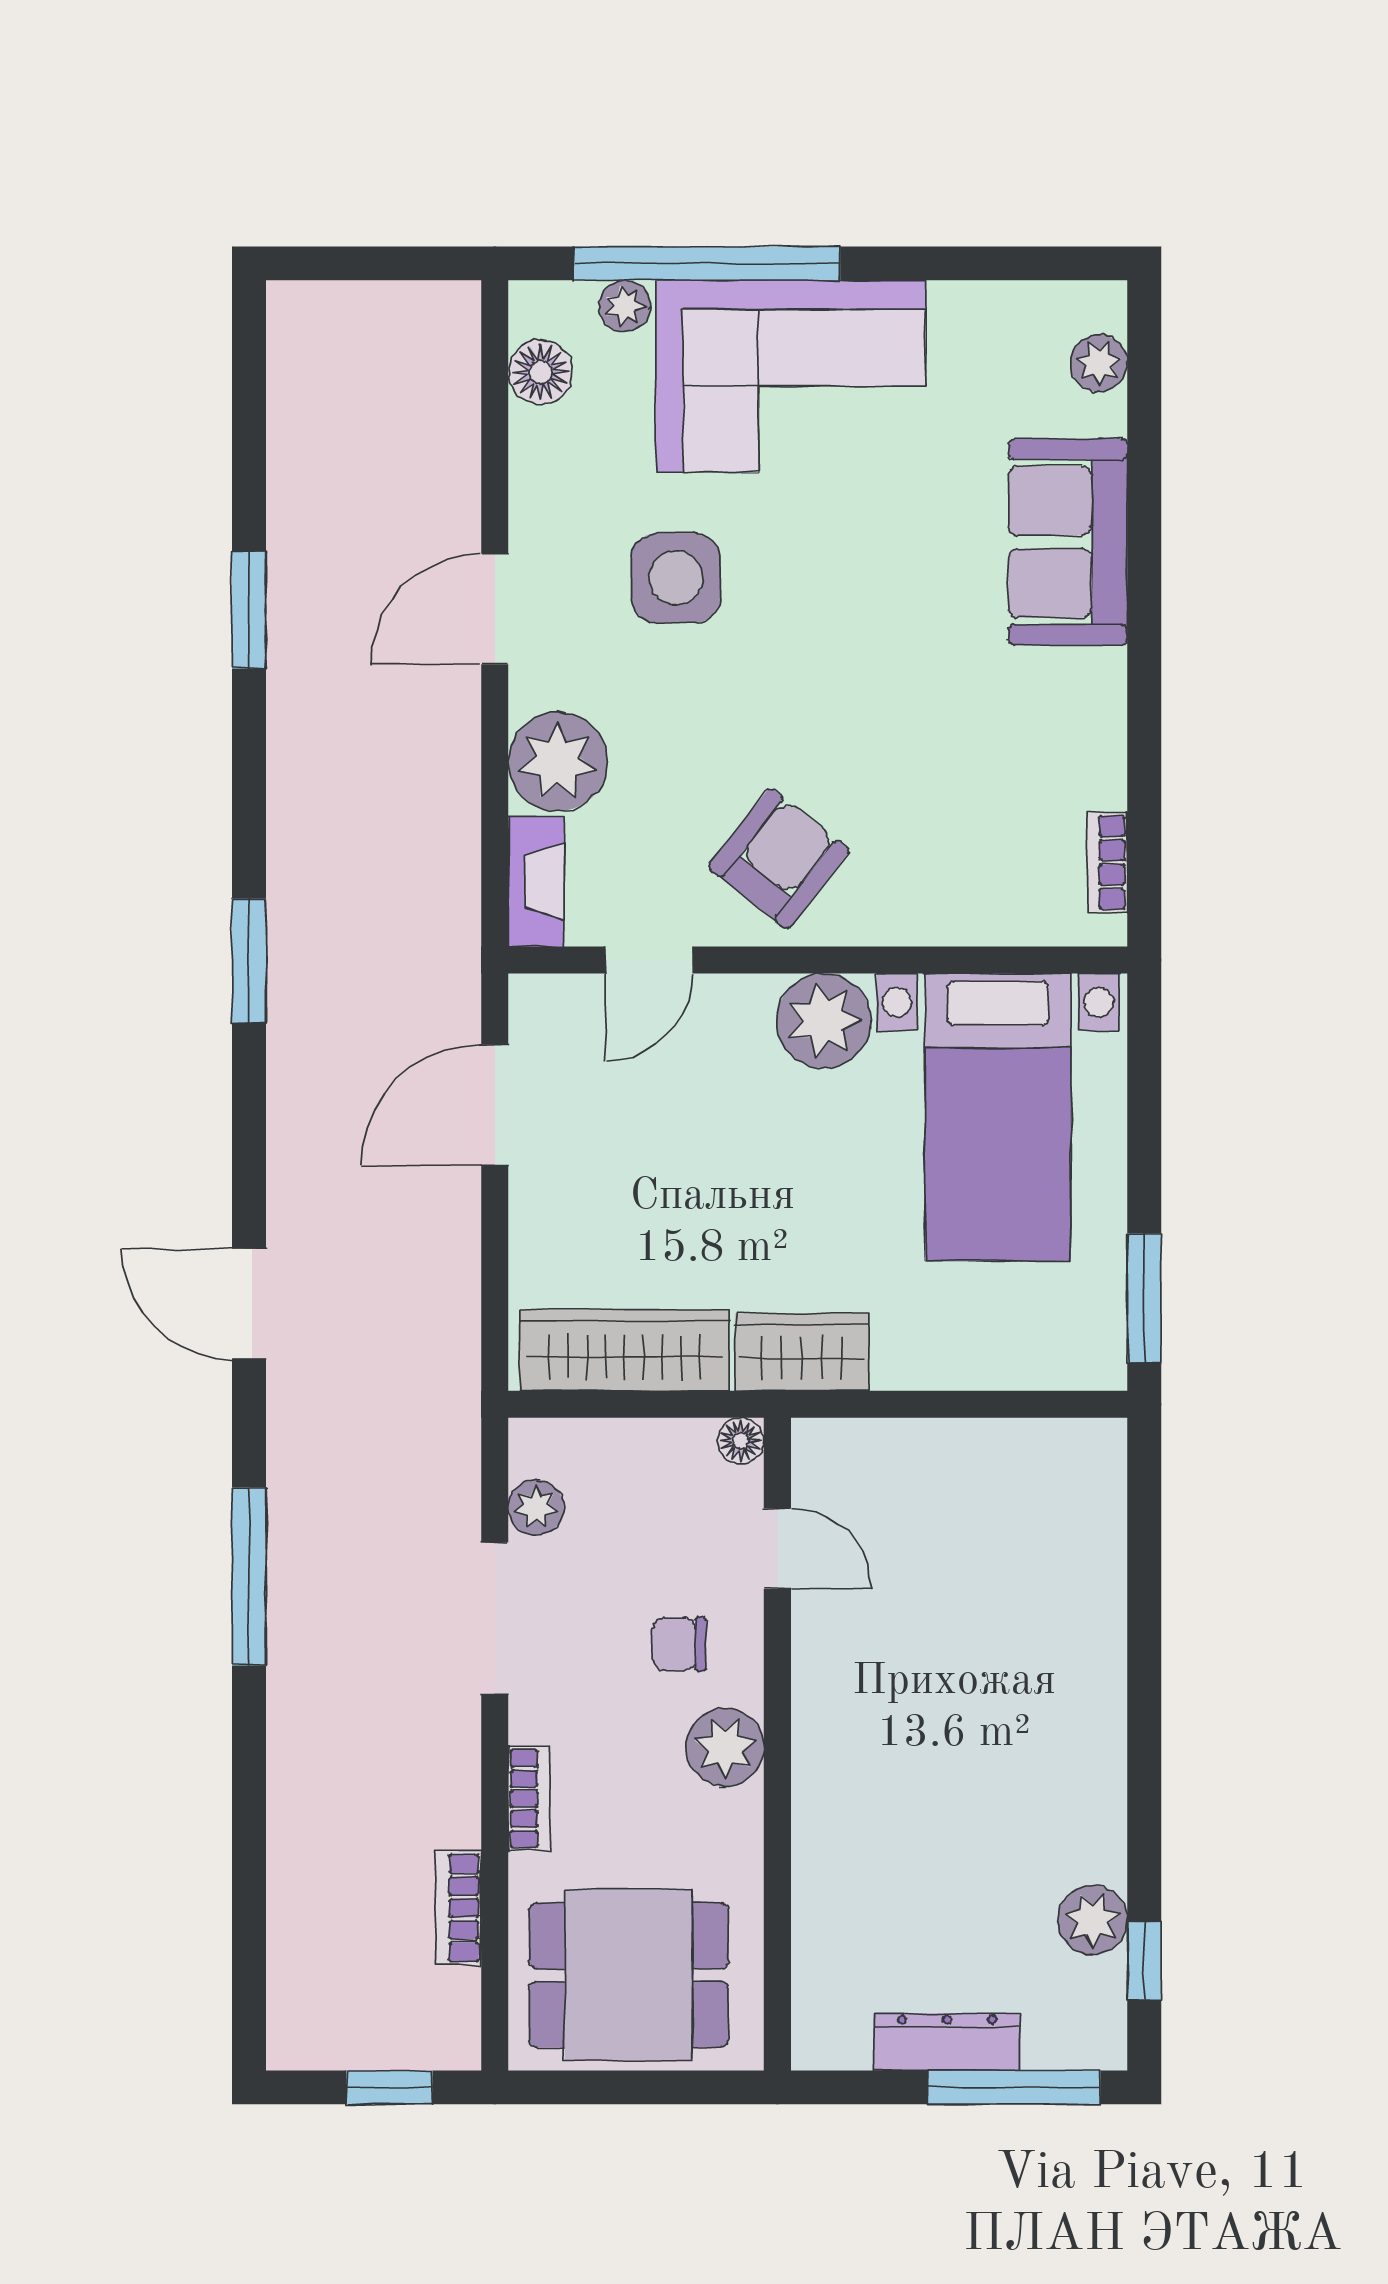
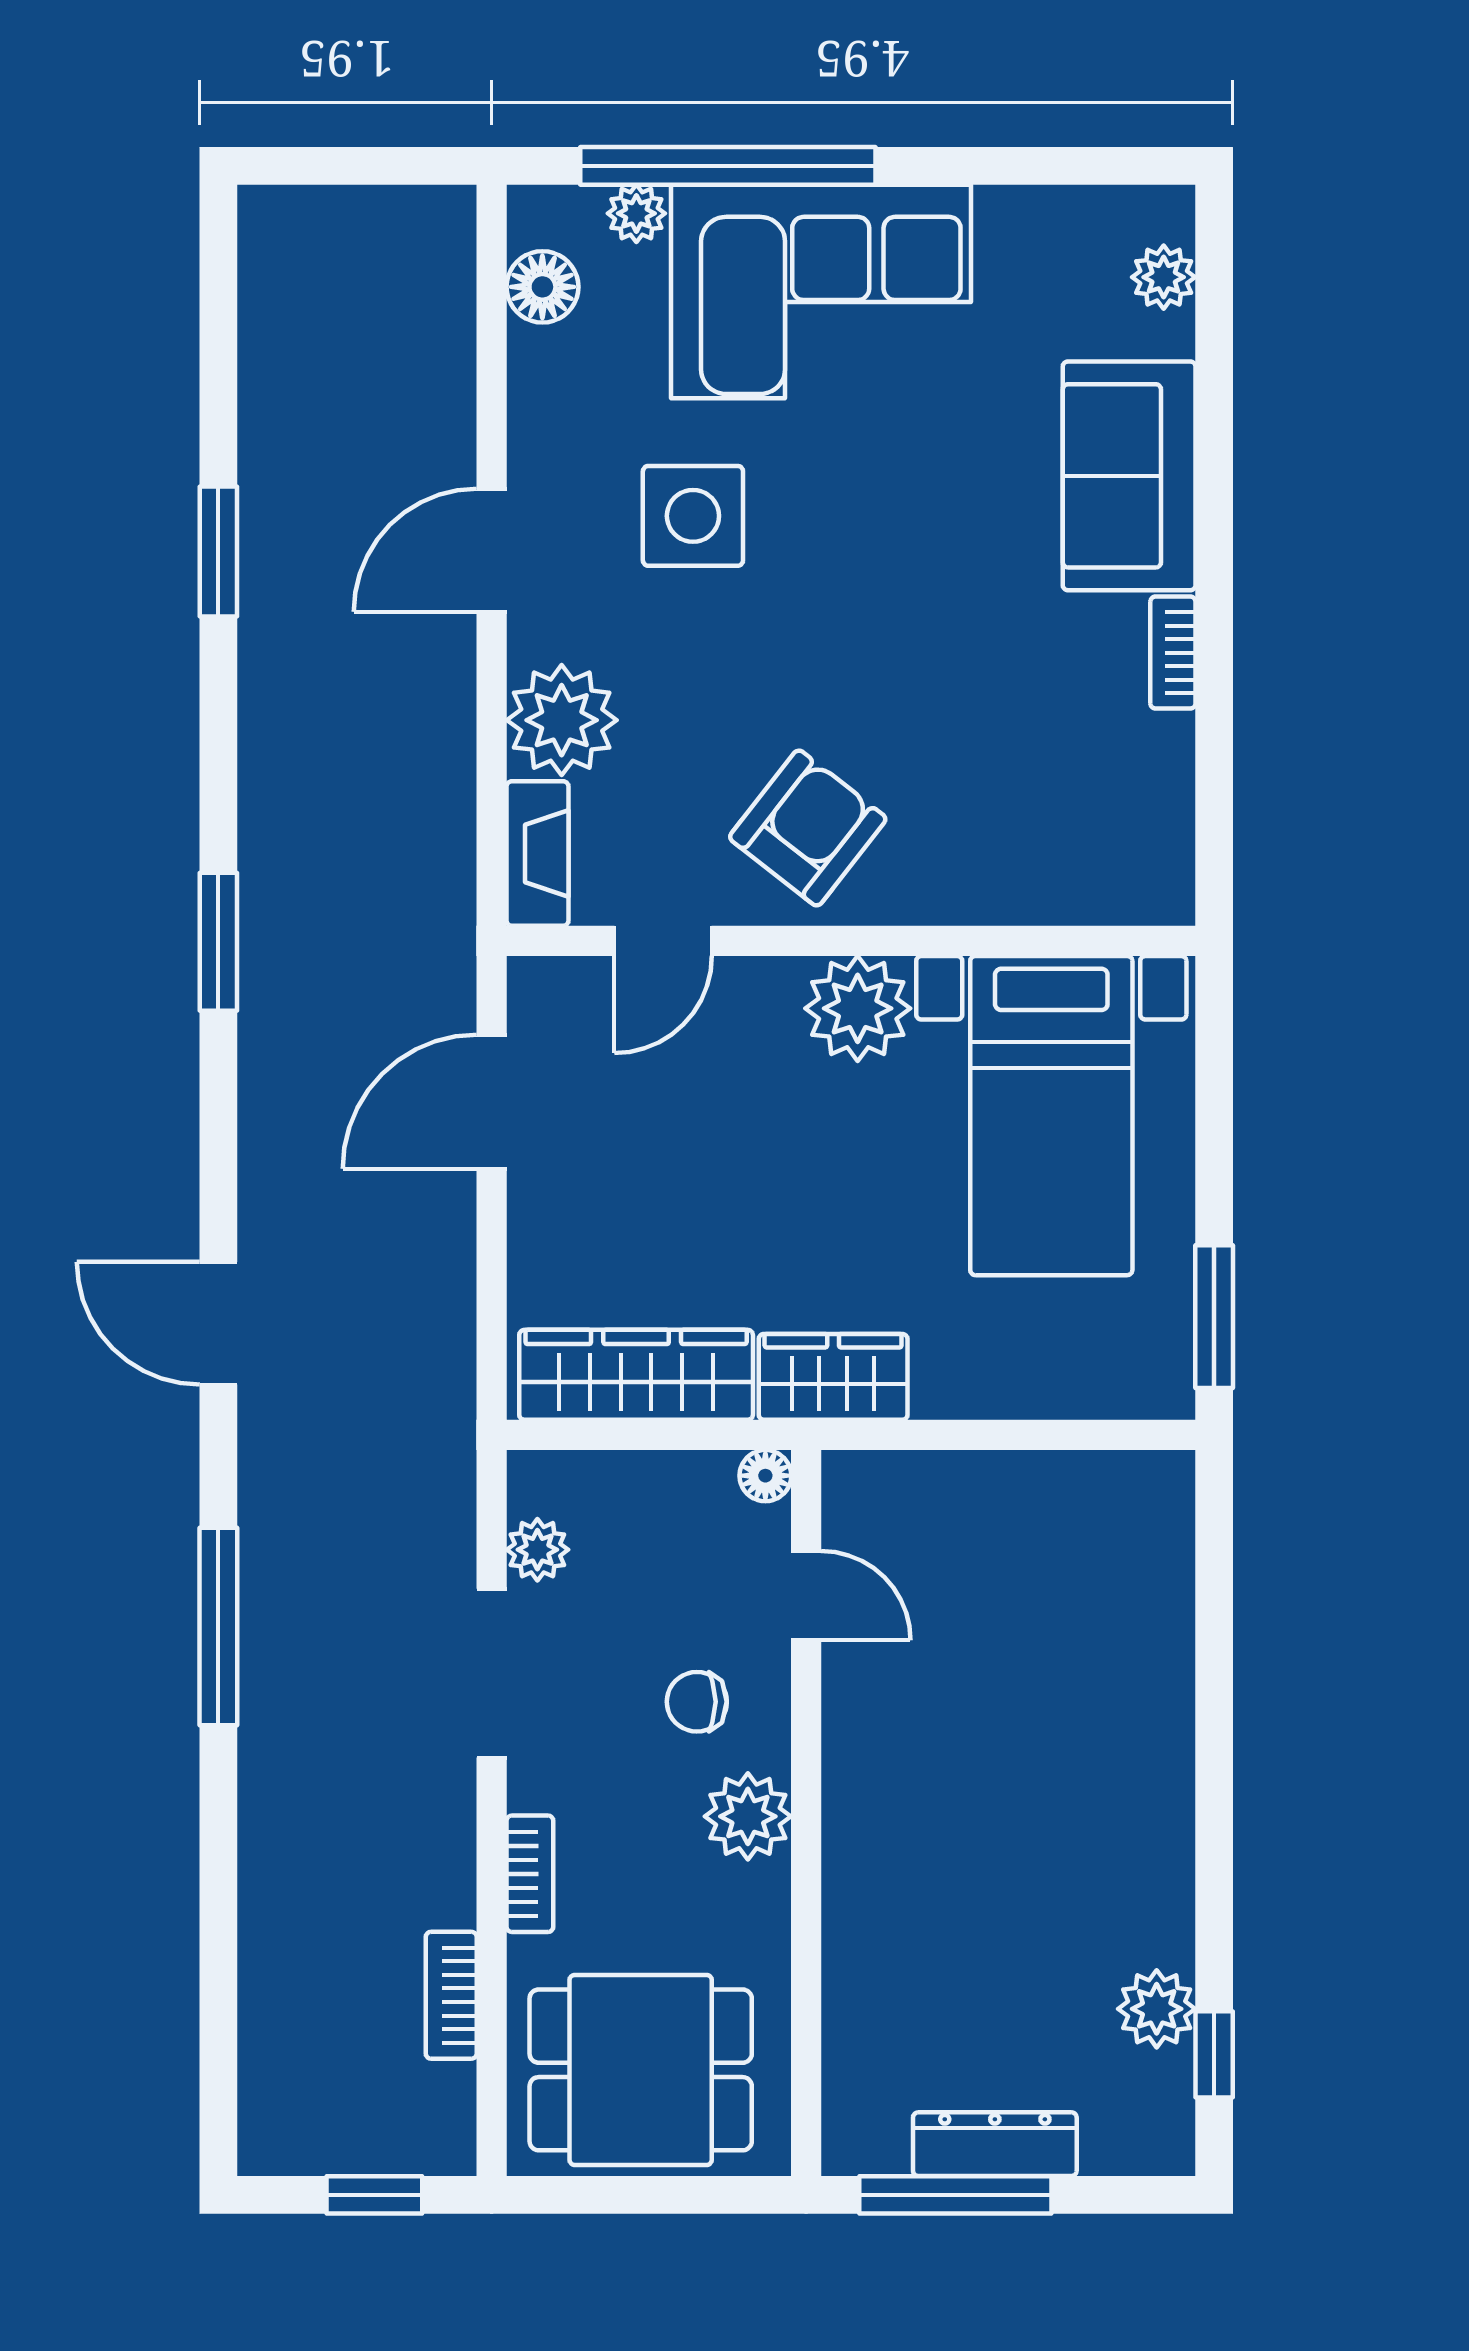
bookcase: (1107, 863) -> (1173, 653), moved
window: (1014, 2087) -> (955, 2195), moved

